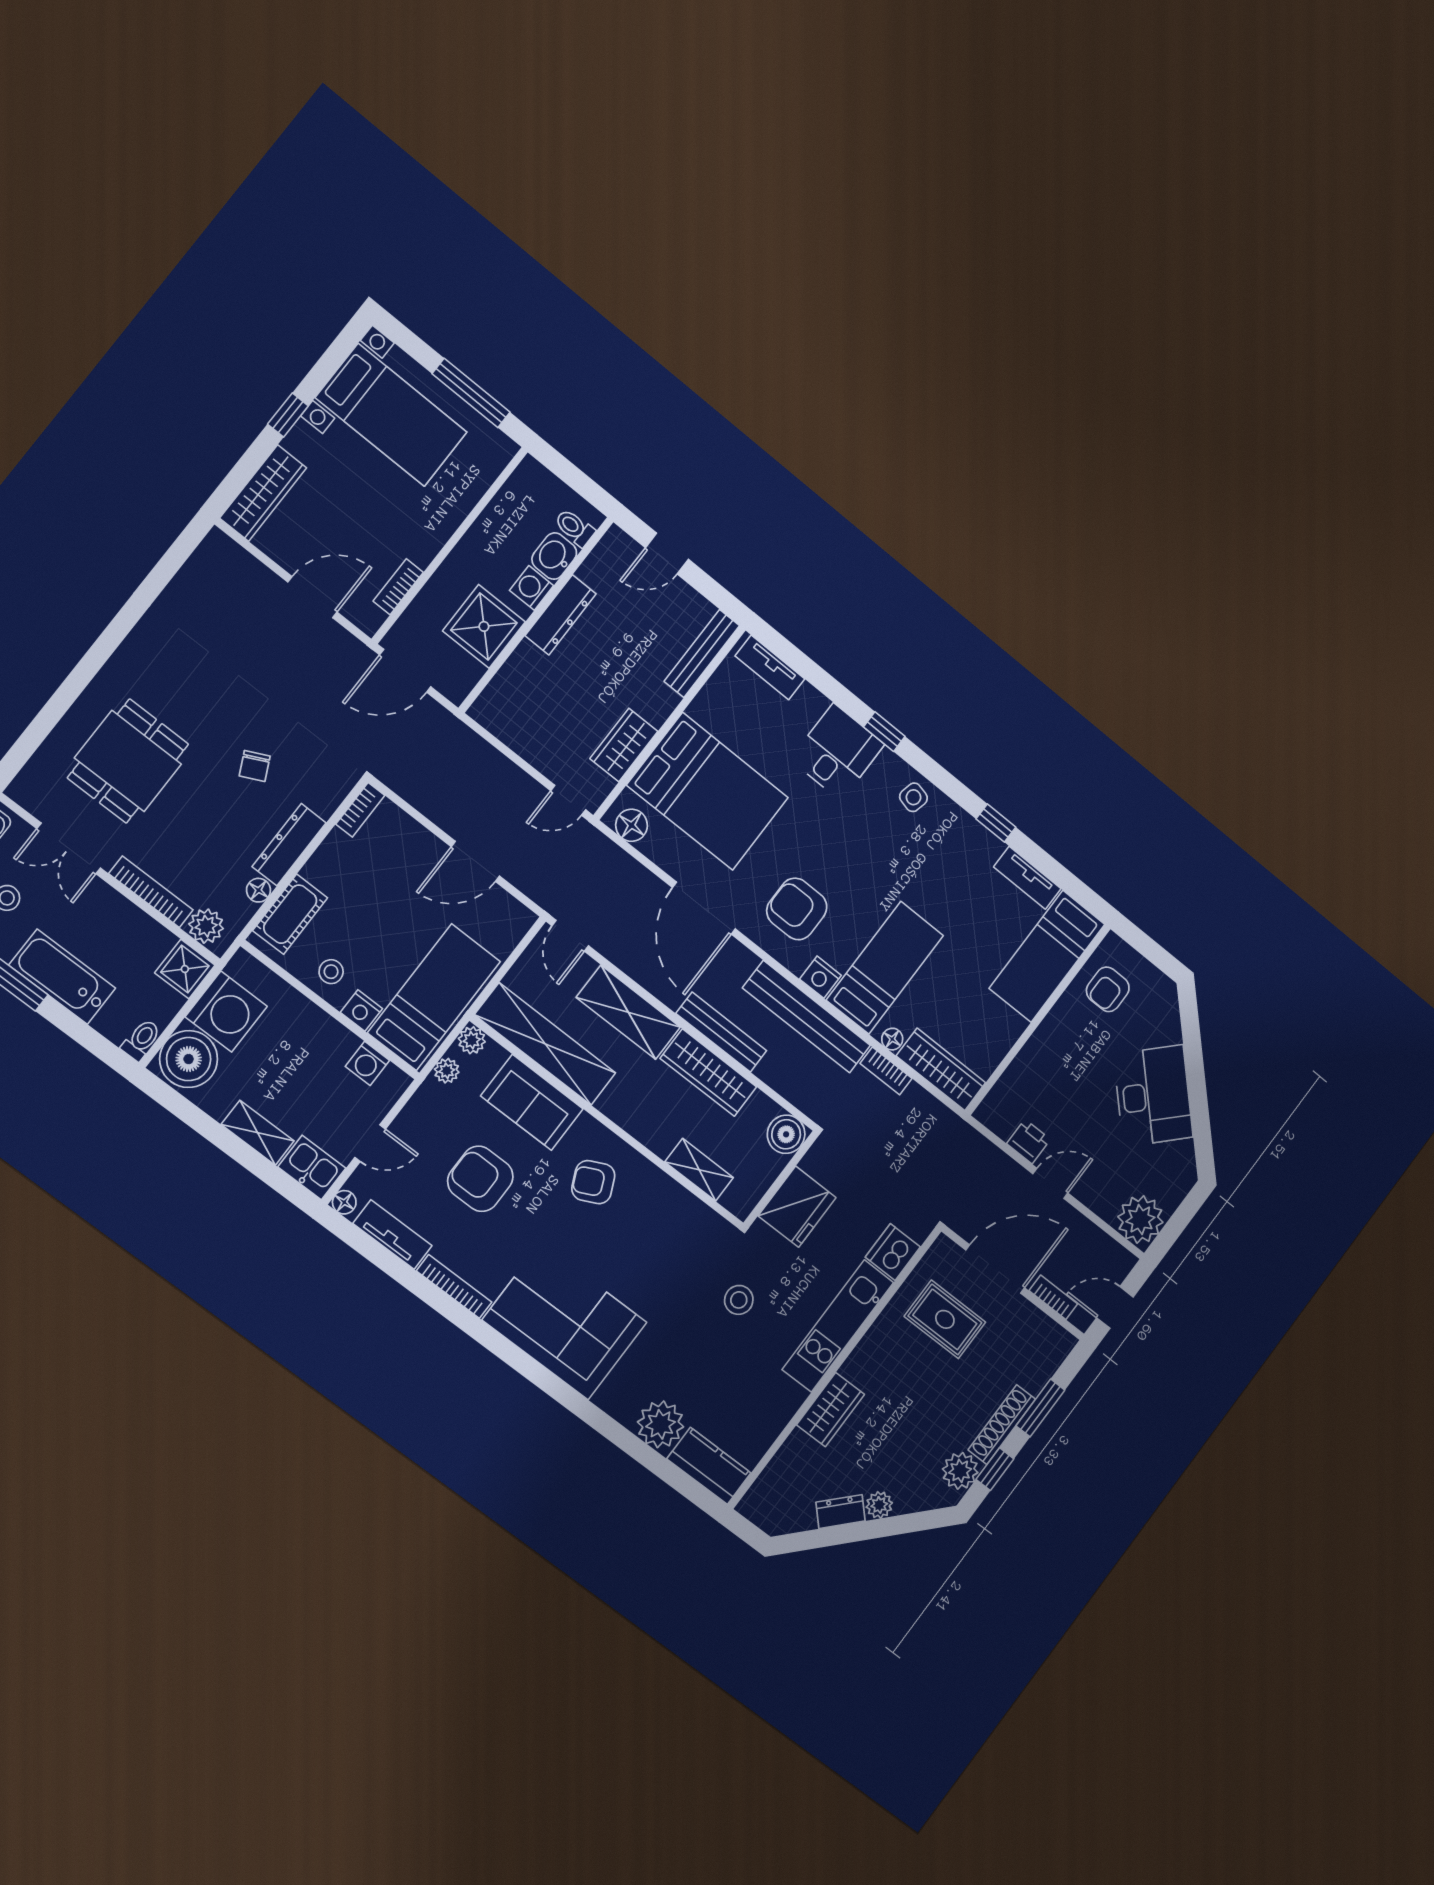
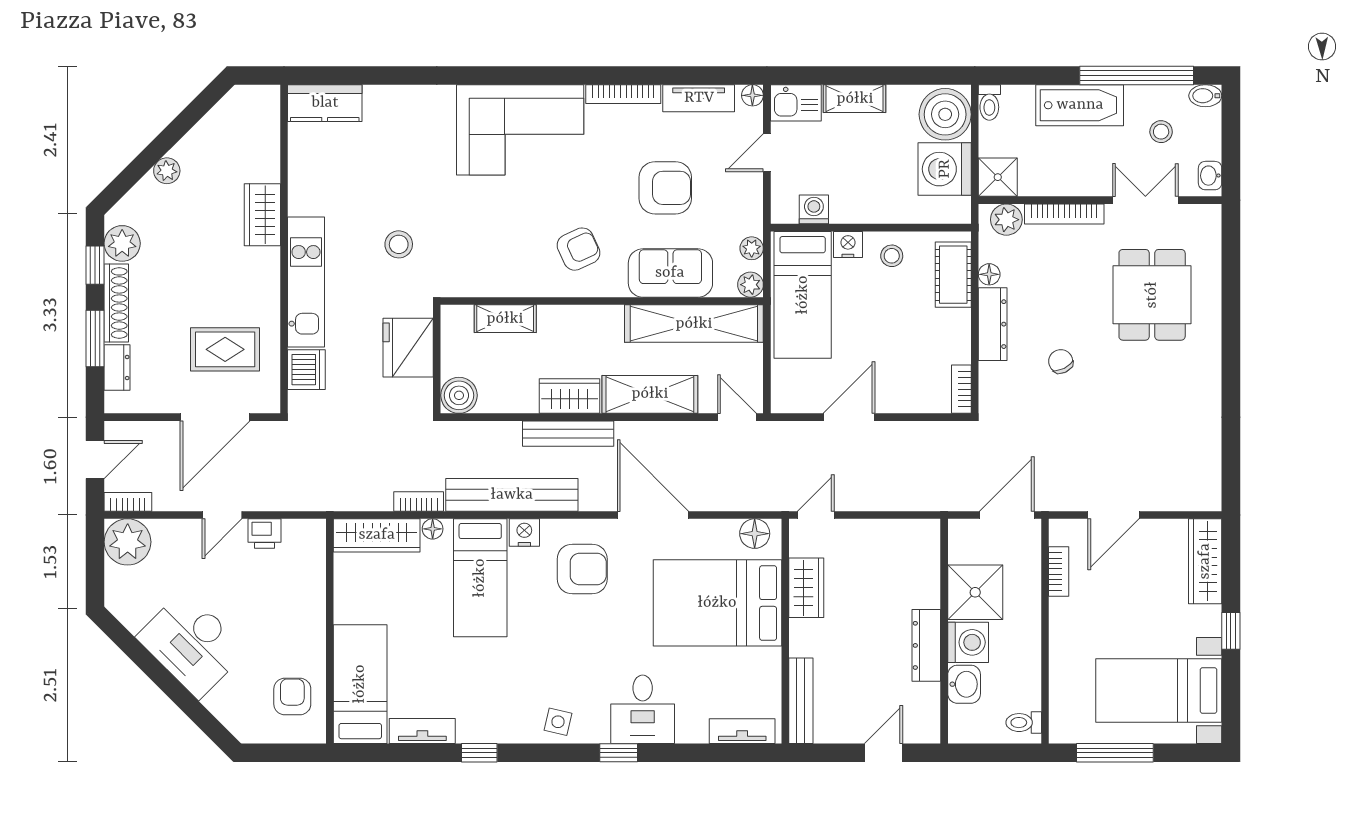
toilet: (575, 528) -> (1024, 723), moved, turned 180
washing machine: (532, 588) -> (968, 642), width x1.38, depth x1.38
wardrobe: (708, 1073) -> (570, 396), width x0.67
bookcase: (1053, 1297) -> (128, 502), moved, turned 180
plant: (661, 1424) -> (387, 107), removed
dresser: (841, 1512) -> (117, 368), moved, turned -45

